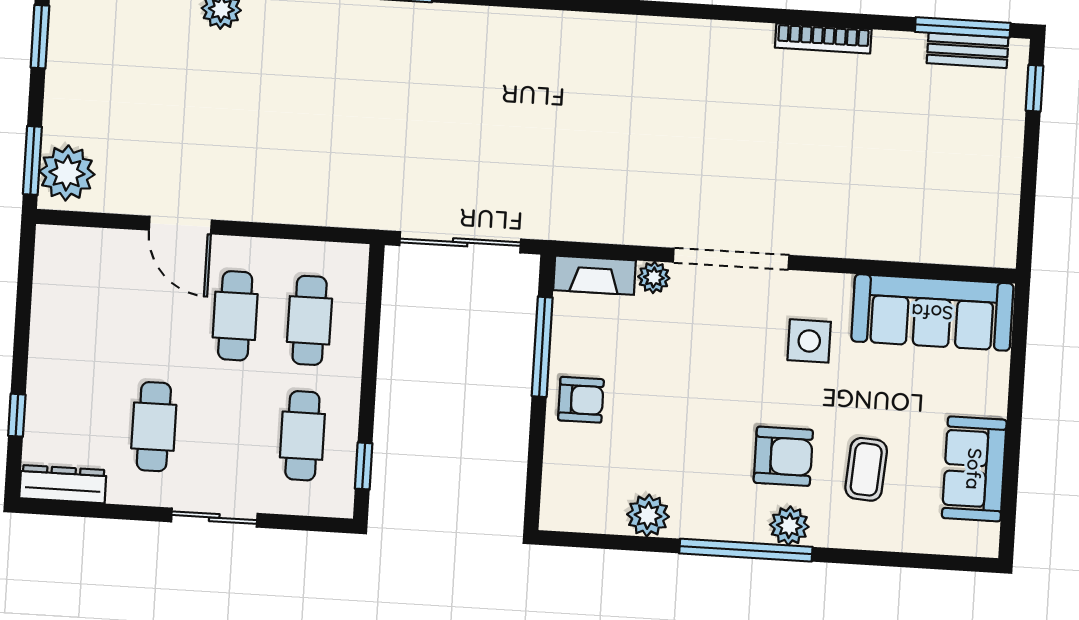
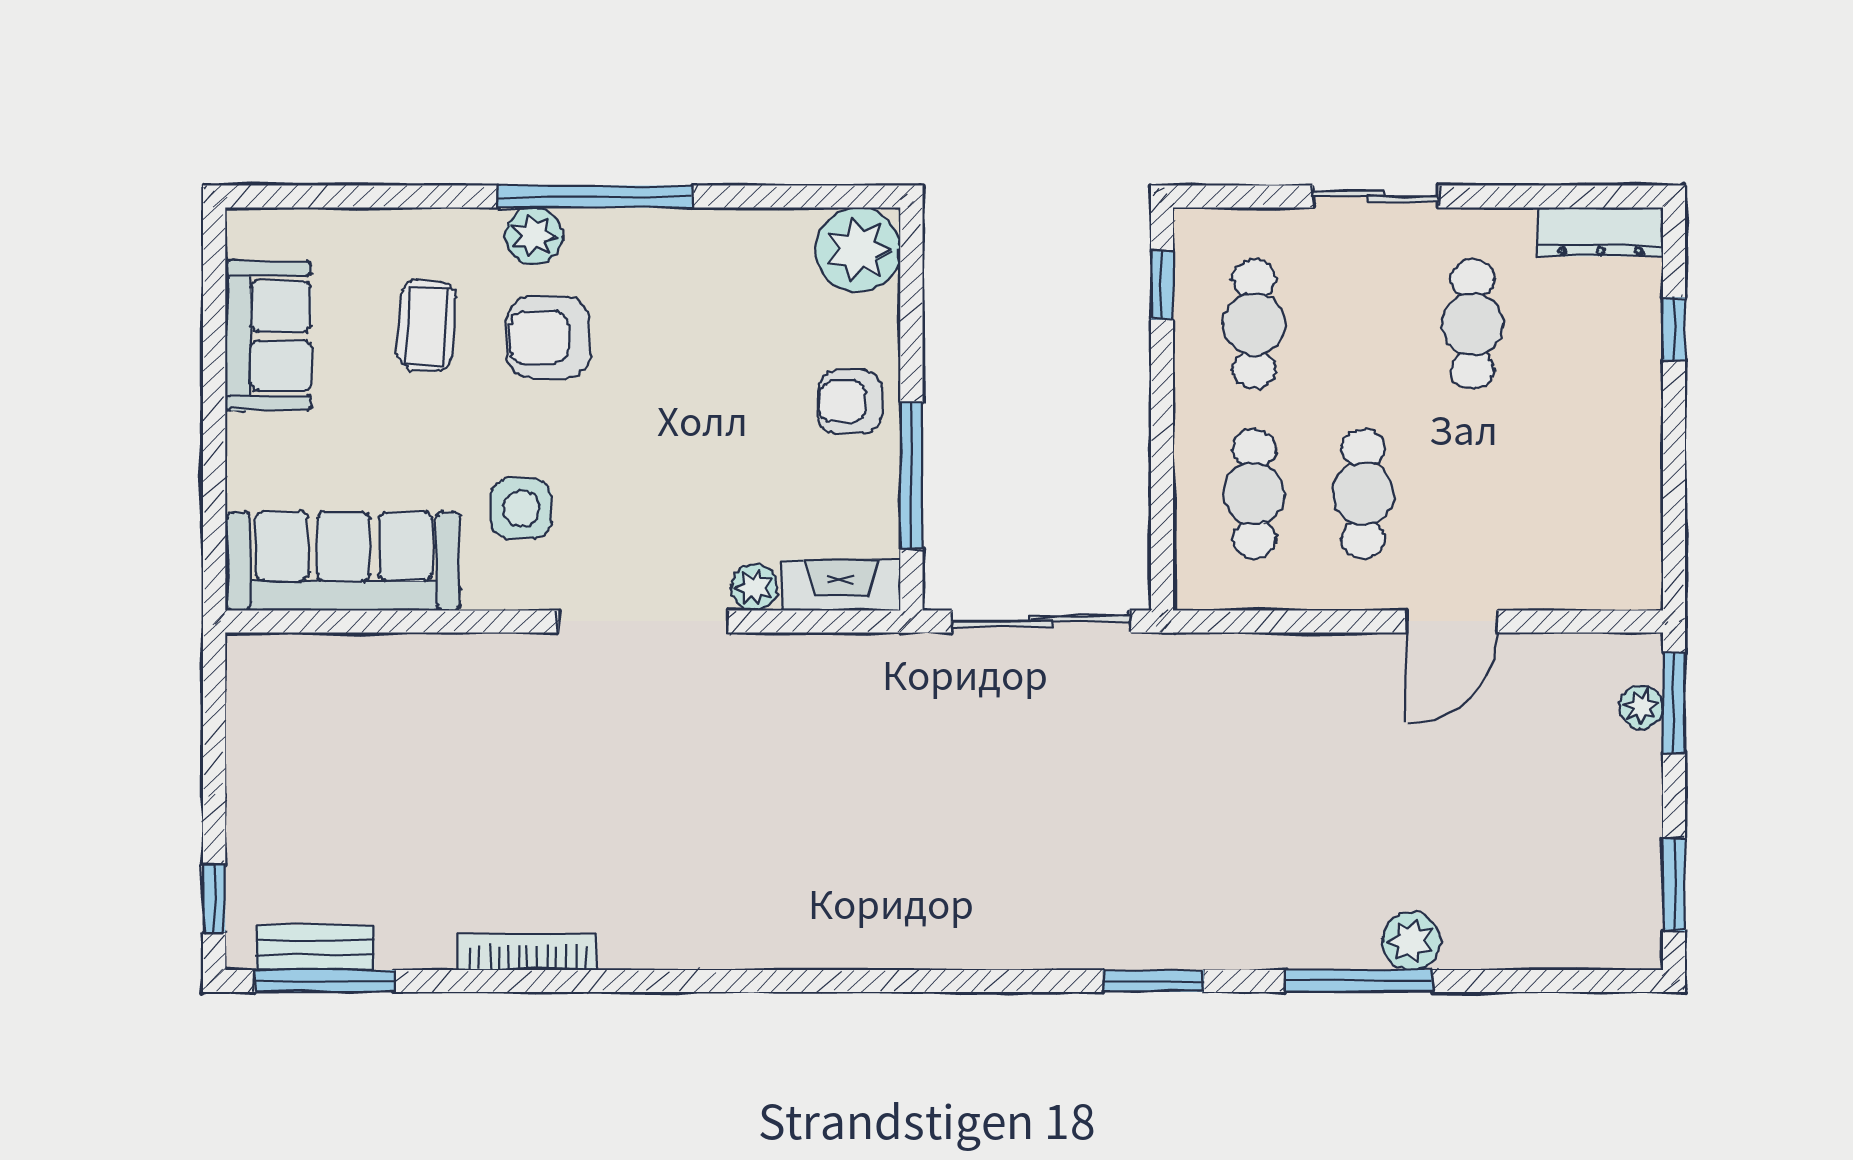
plant: (67, 173) -> (1641, 707), width x0.53, depth x0.53
door: (180, 225) -> (1452, 621), swing flipped
plant: (648, 516) -> (858, 250), moved, width x1.36, depth x1.36

